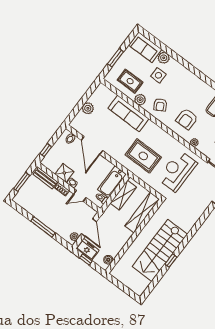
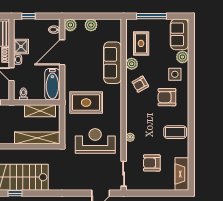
window: (116, 58) -> (151, 16), width x1.44
side table: (158, 75) -> (175, 74), moved
armchair: (187, 119) -> (167, 97), moved
plant: (76, 124) -> (70, 25), added
rug: (143, 156) -> (86, 103), turned 90
bathtub: (112, 182) -> (52, 84), moved, turned -90

